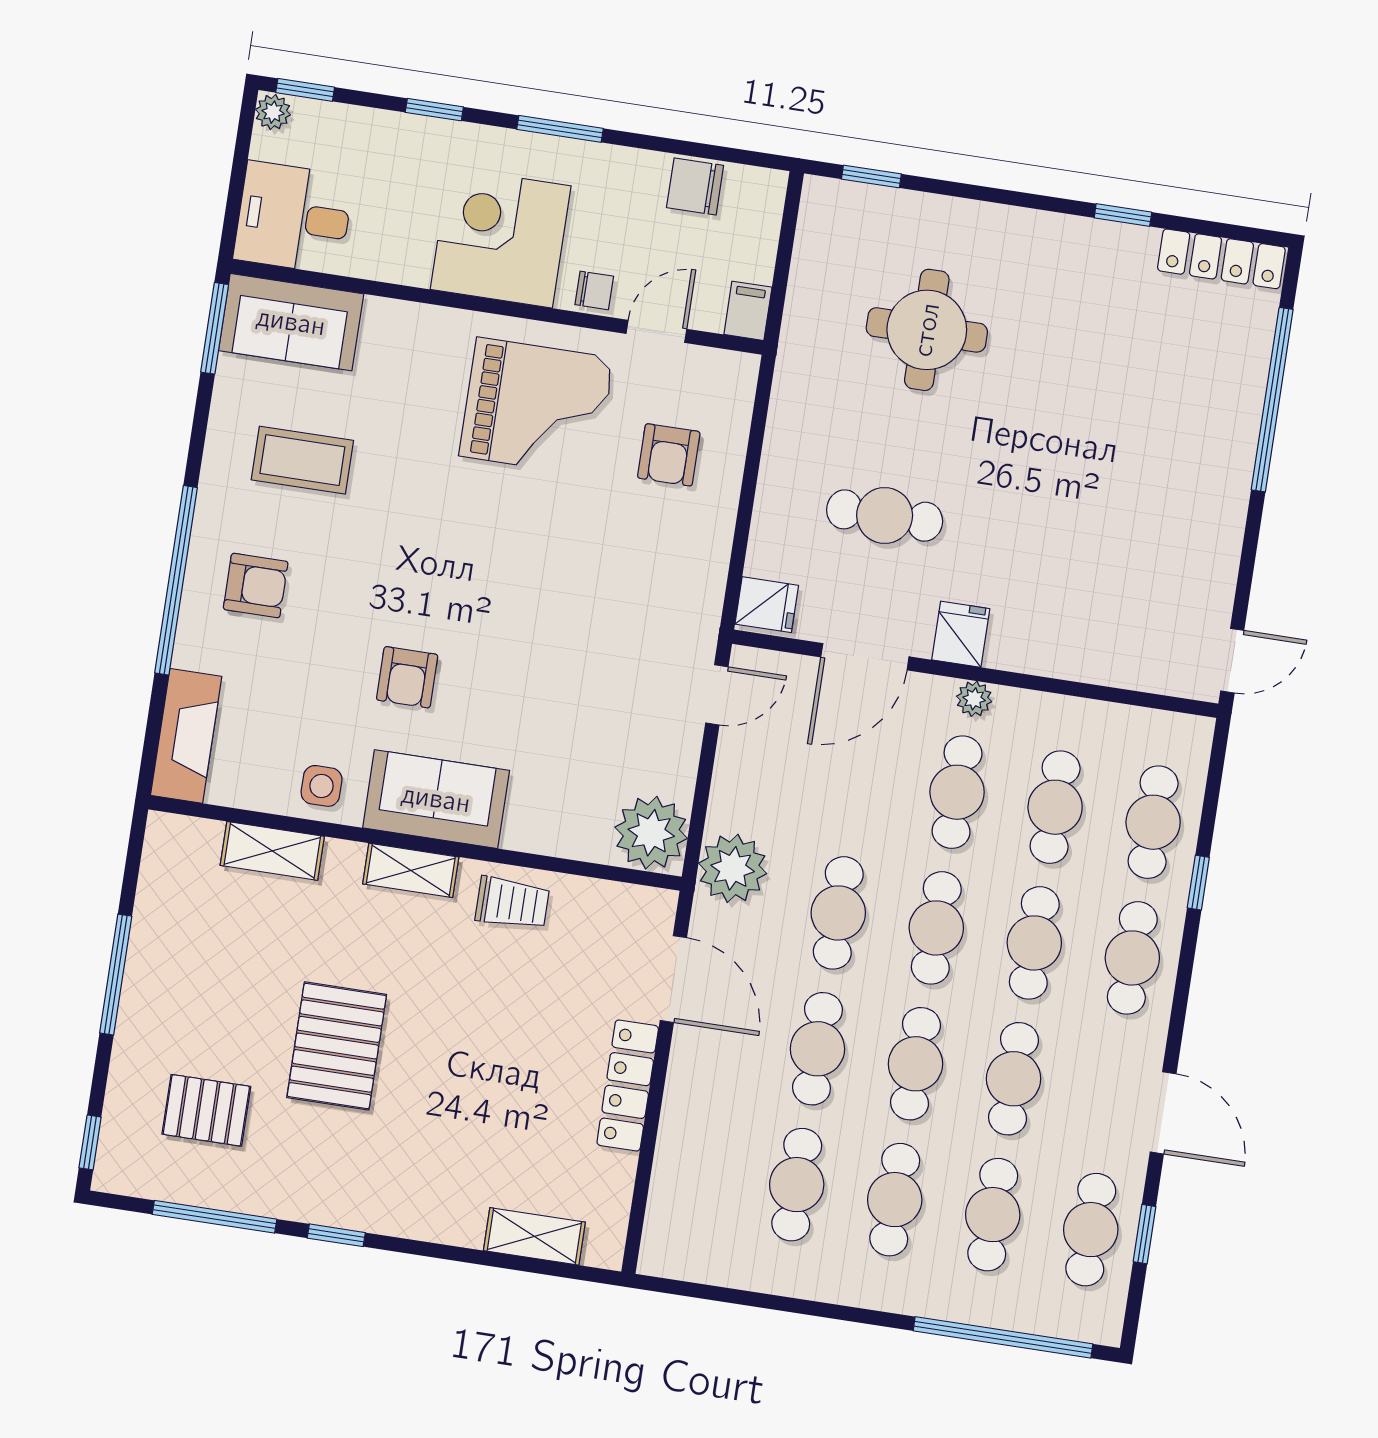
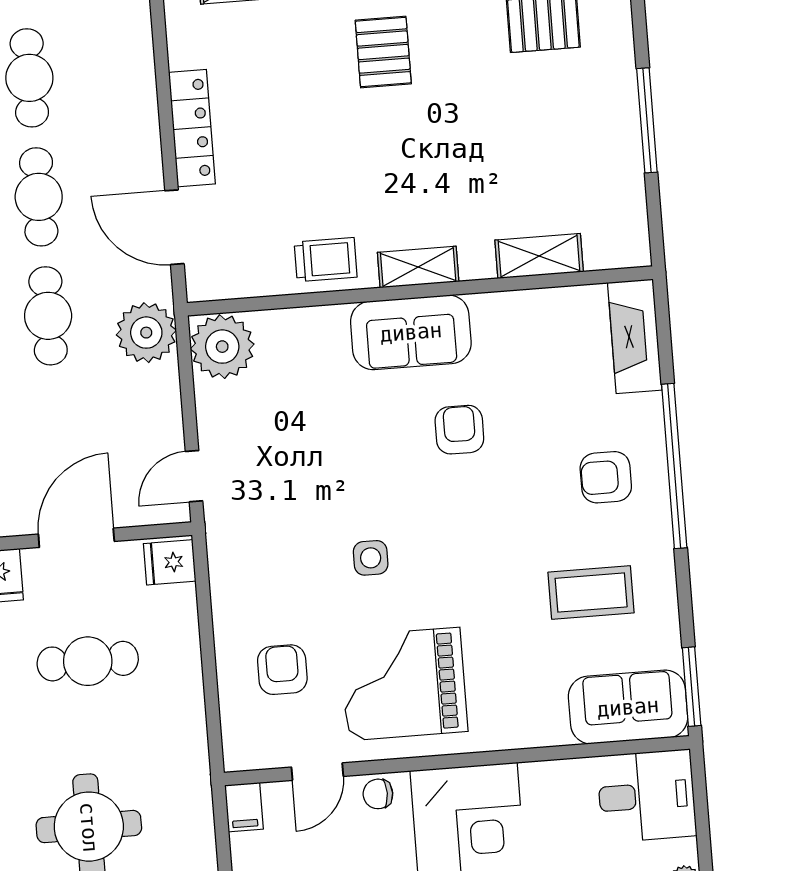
side table: (322, 786) -> (371, 558), moved
trolley: (512, 903) -> (326, 260), turned 180
pallet: (337, 1046) -> (383, 52), moved, width x0.67, depth x0.71

